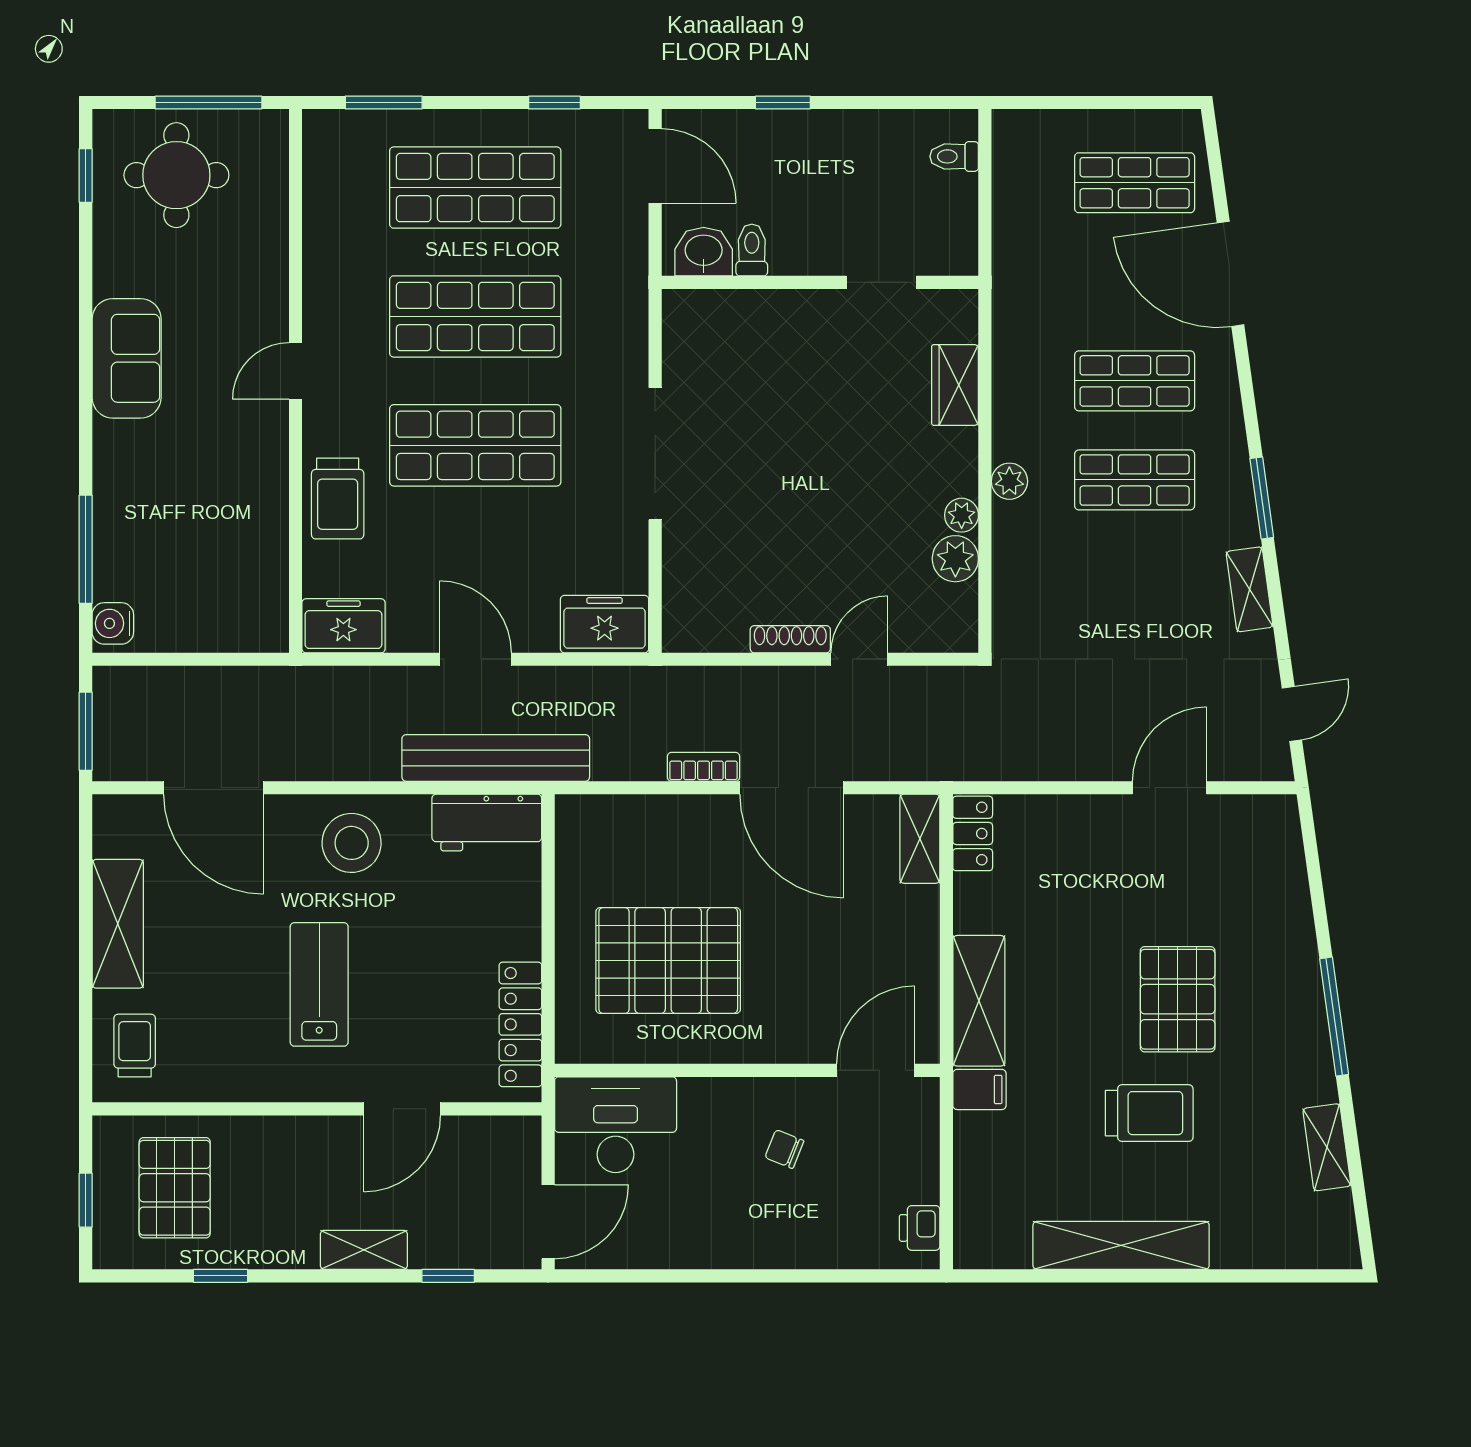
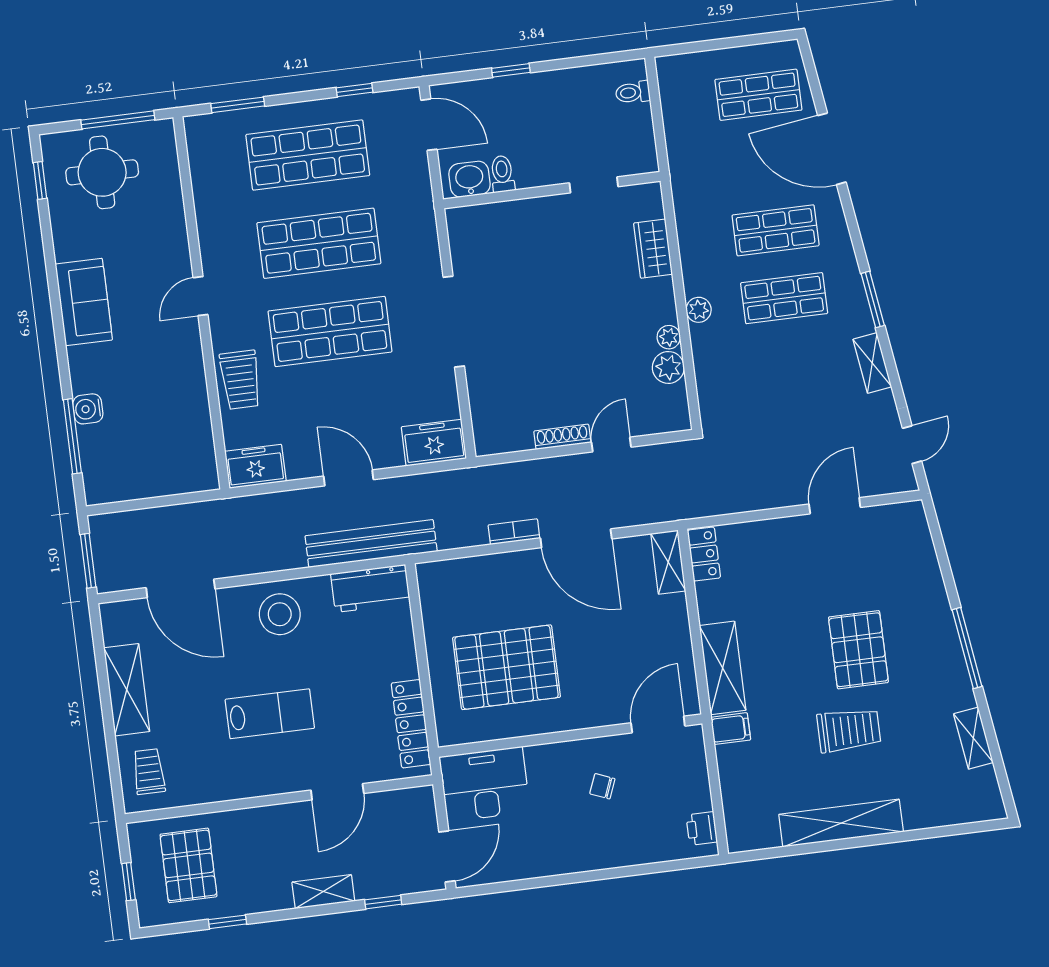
water cooler: (113, 623) -> (88, 409), moved
lab bench: (319, 984) -> (270, 714), turned 90

